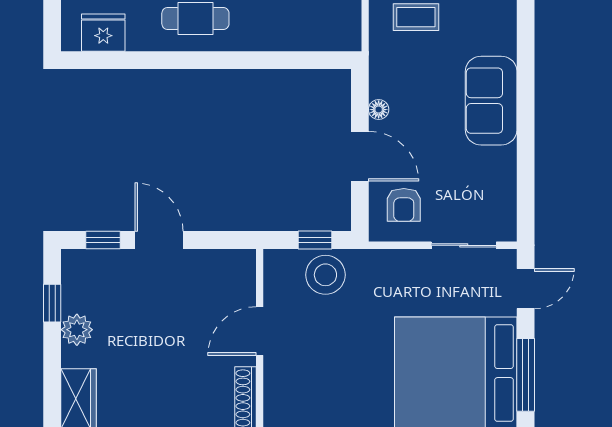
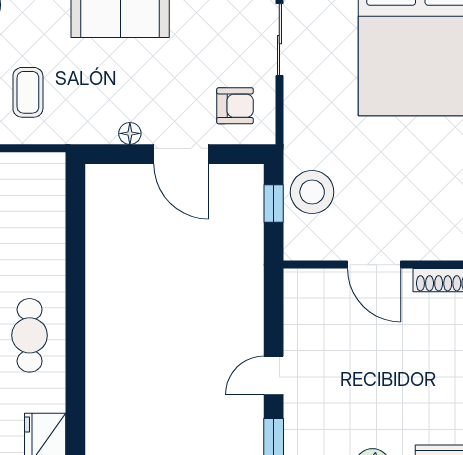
door: (360, 156) -> (181, 154), swing flipped
door: (159, 240) -> (274, 375), width x0.73

